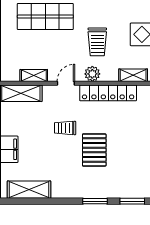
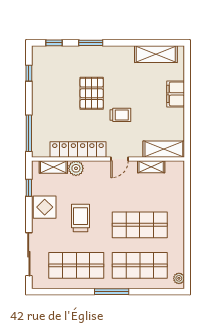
trolley: (97, 42) -> (80, 218), moved
plant: (92, 74) -> (76, 168), moved
window: (132, 201) -> (54, 43), width x0.67

